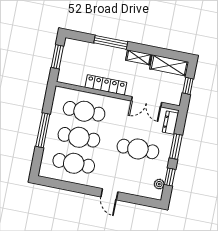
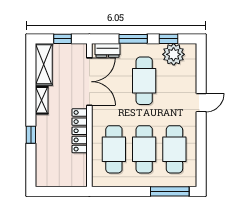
window: (111, 42) -> (31, 135), width x0.46
window: (57, 57) -> (59, 191), removed
double door: (147, 102) -> (89, 82), width x1.37
window: (43, 130) -> (170, 191), moved
plant: (159, 184) -> (174, 54), width x1.88, depth x1.88

